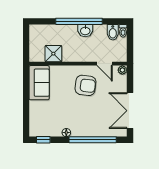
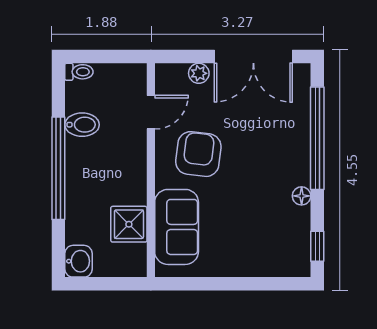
washbasin: (85, 31) -> (79, 261), moved
bidet: (113, 32) -> (82, 125), moved
plant: (122, 70) -> (199, 73), moved
sofa: (39, 83) -> (177, 227), moved, turned 90

